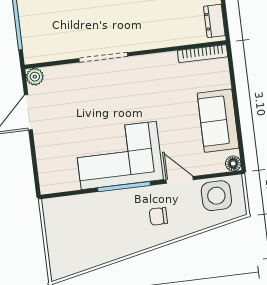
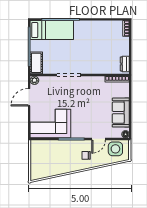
cot: (34, 41) -> (36, 63), added
corner sofa: (119, 155) -> (50, 124), moved
door: (180, 180) -> (99, 139), swing flipped

